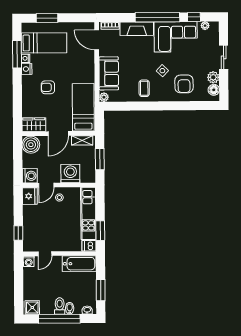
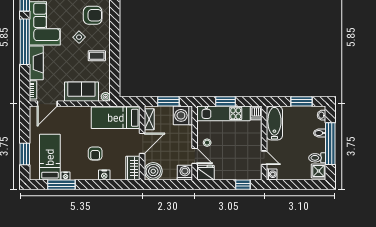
nightstand: (27, 69) -> (104, 175), moved
door: (58, 134) -> (142, 143), hinge flipped
washing machine: (70, 174) -> (183, 115), moved
window: (100, 231) -> (226, 101), moved
toilet: (60, 306) -> (317, 158), moved

